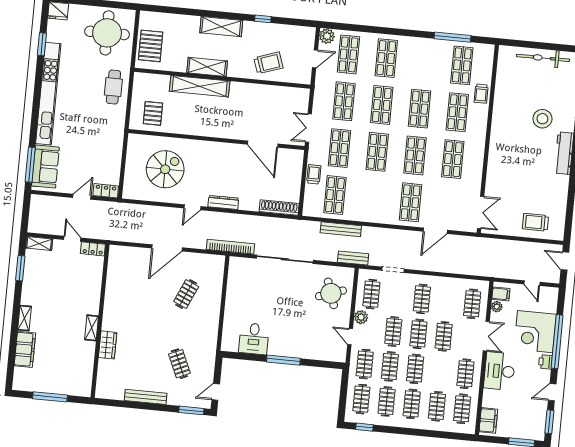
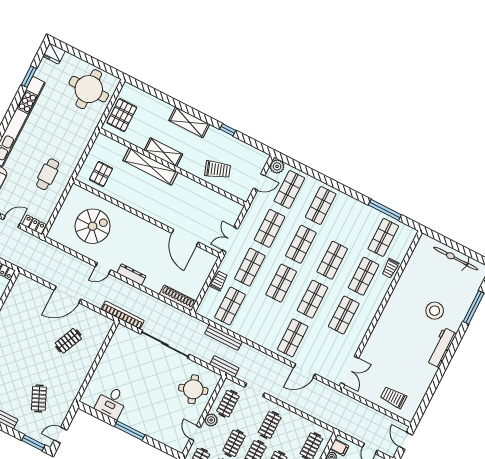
cafe table: (113, 87) -> (48, 174), moved

